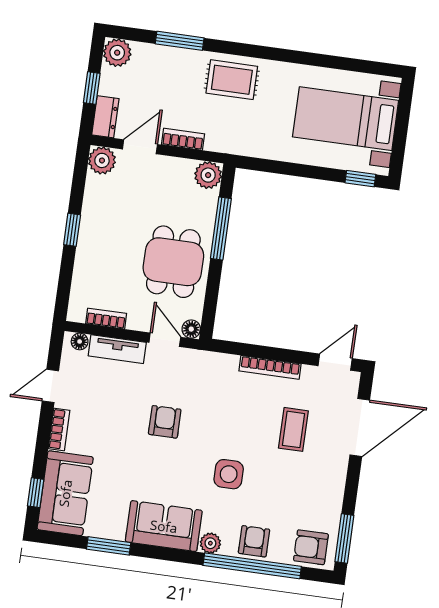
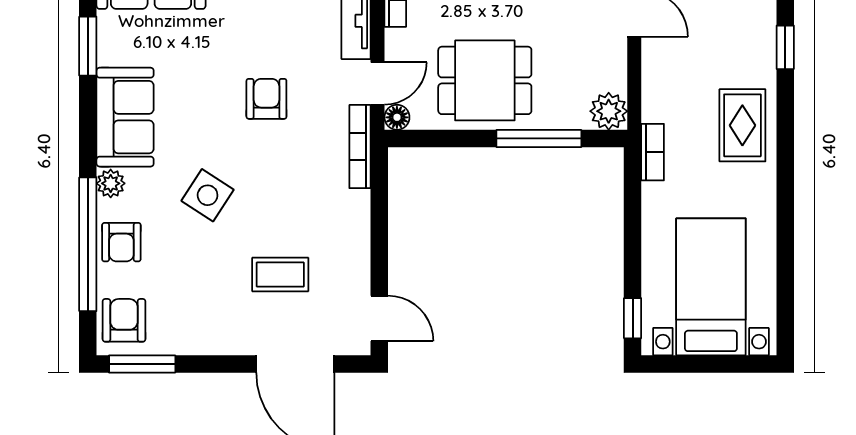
window: (180, 41) -> (785, 47), width x0.67
bookcase: (183, 139) -> (653, 152), moved
bookcase: (270, 367) -> (360, 147), moved
armchair: (165, 422) -> (266, 99), turned -90
side table: (229, 474) -> (208, 195), turned 33
armchair: (254, 541) -> (121, 242), turned 90

